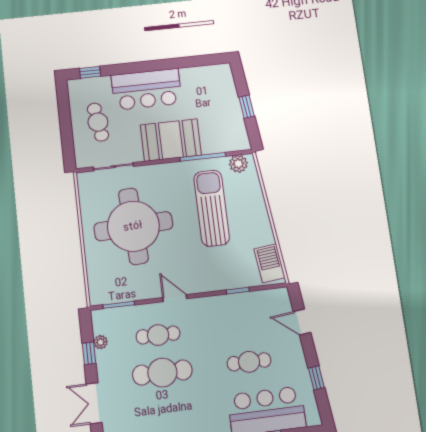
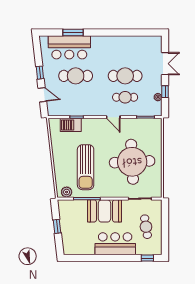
barbecue: (269, 263) -> (71, 125), moved, turned 96
cafe table: (249, 362) -> (76, 76), width x1.37, depth x1.35
window: (316, 378) -> (40, 73), moved

